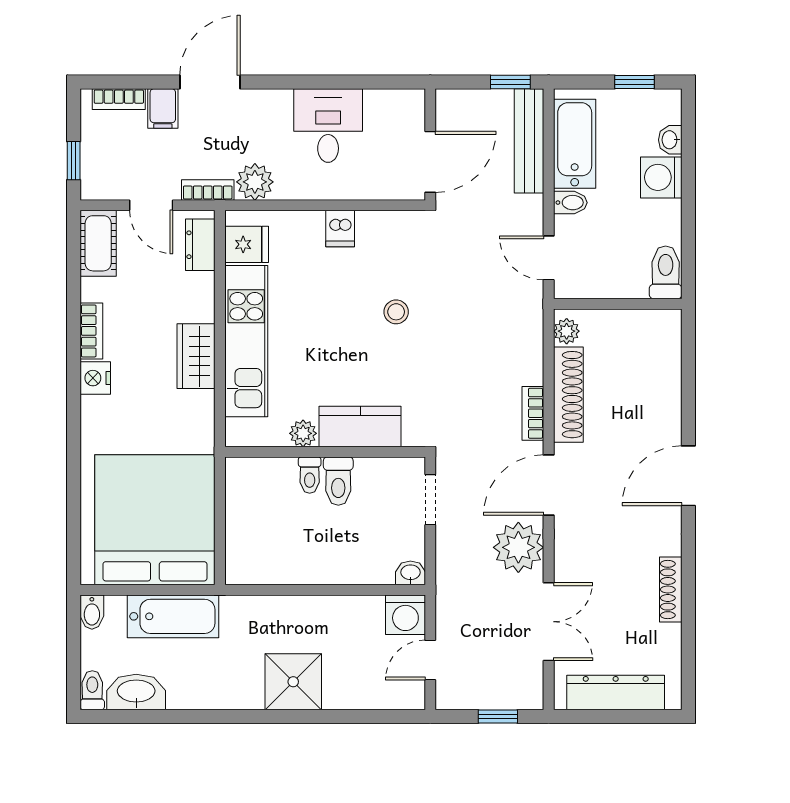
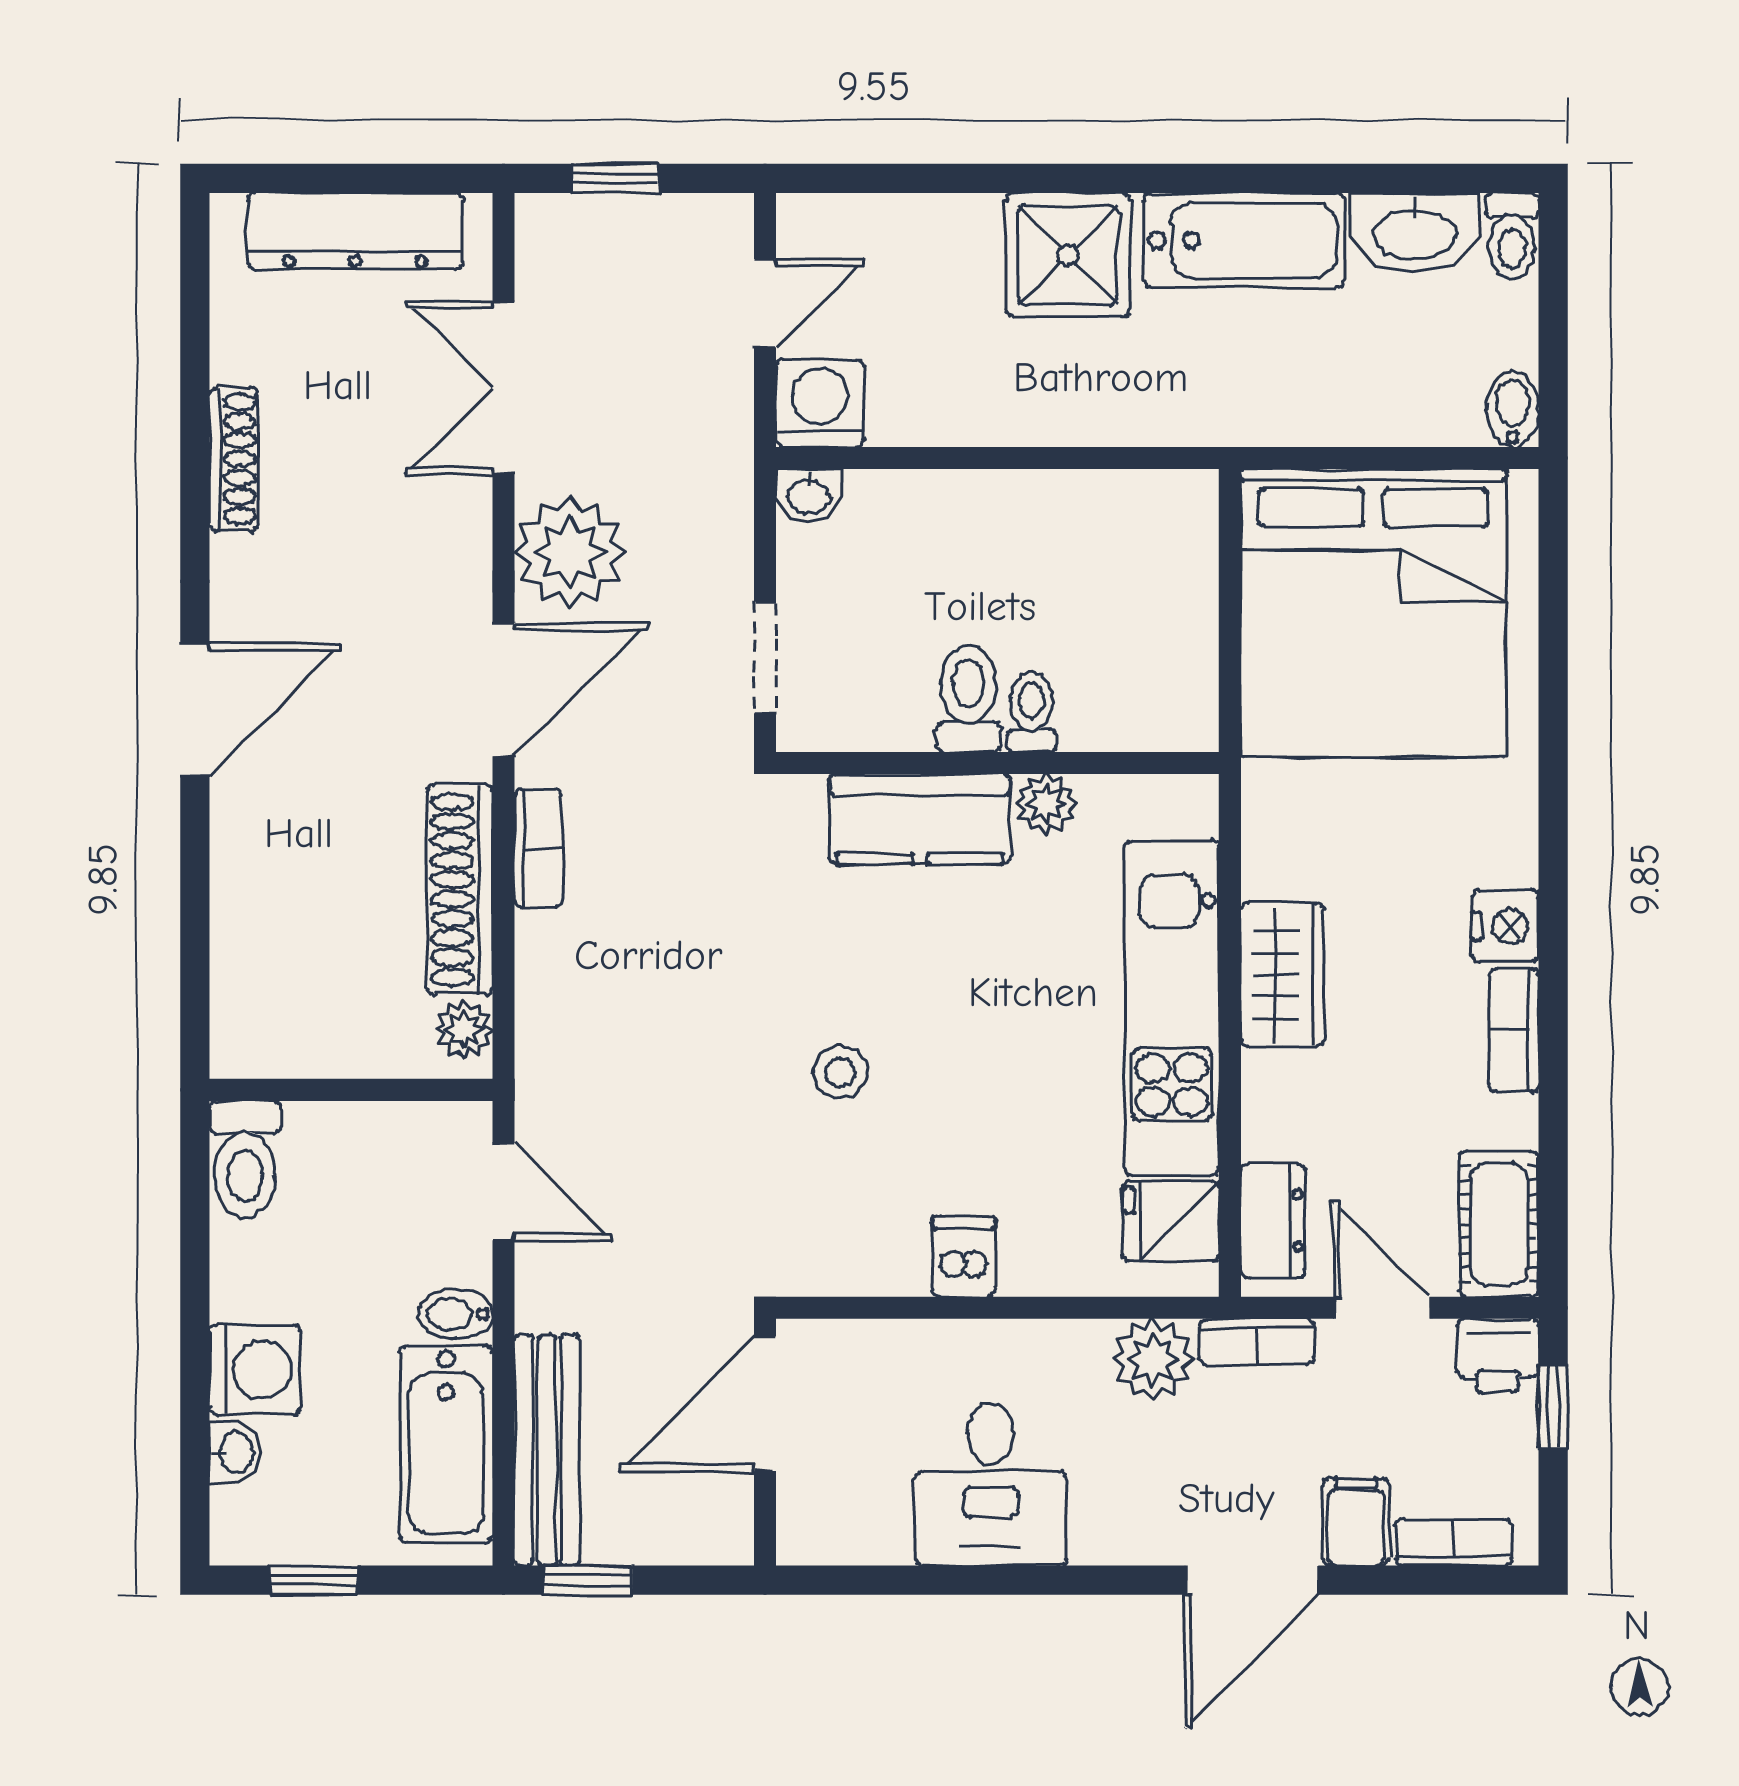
printer: (99, 184) -> (1498, 1356), added
bathtub: (173, 616) -> (1244, 240), moved, turned 180

